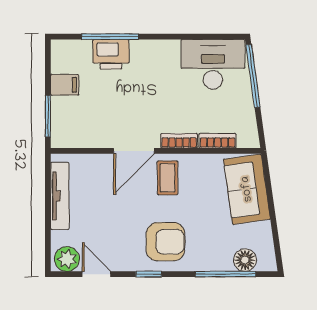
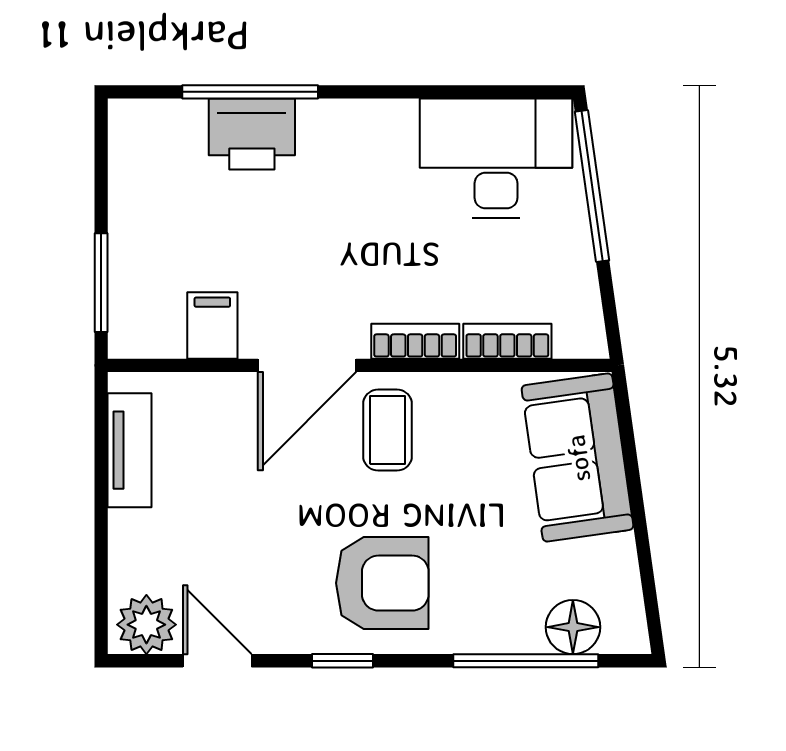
filing cabinet: (65, 85) -> (212, 325), moved, turned -90
tv unit: (60, 196) -> (129, 450), width x0.71

